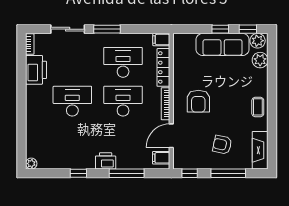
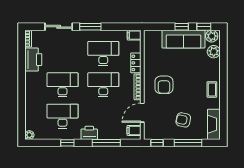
locker: (163, 67) -> (136, 63), width x0.66
desk: (72, 140) -> (62, 116), added

